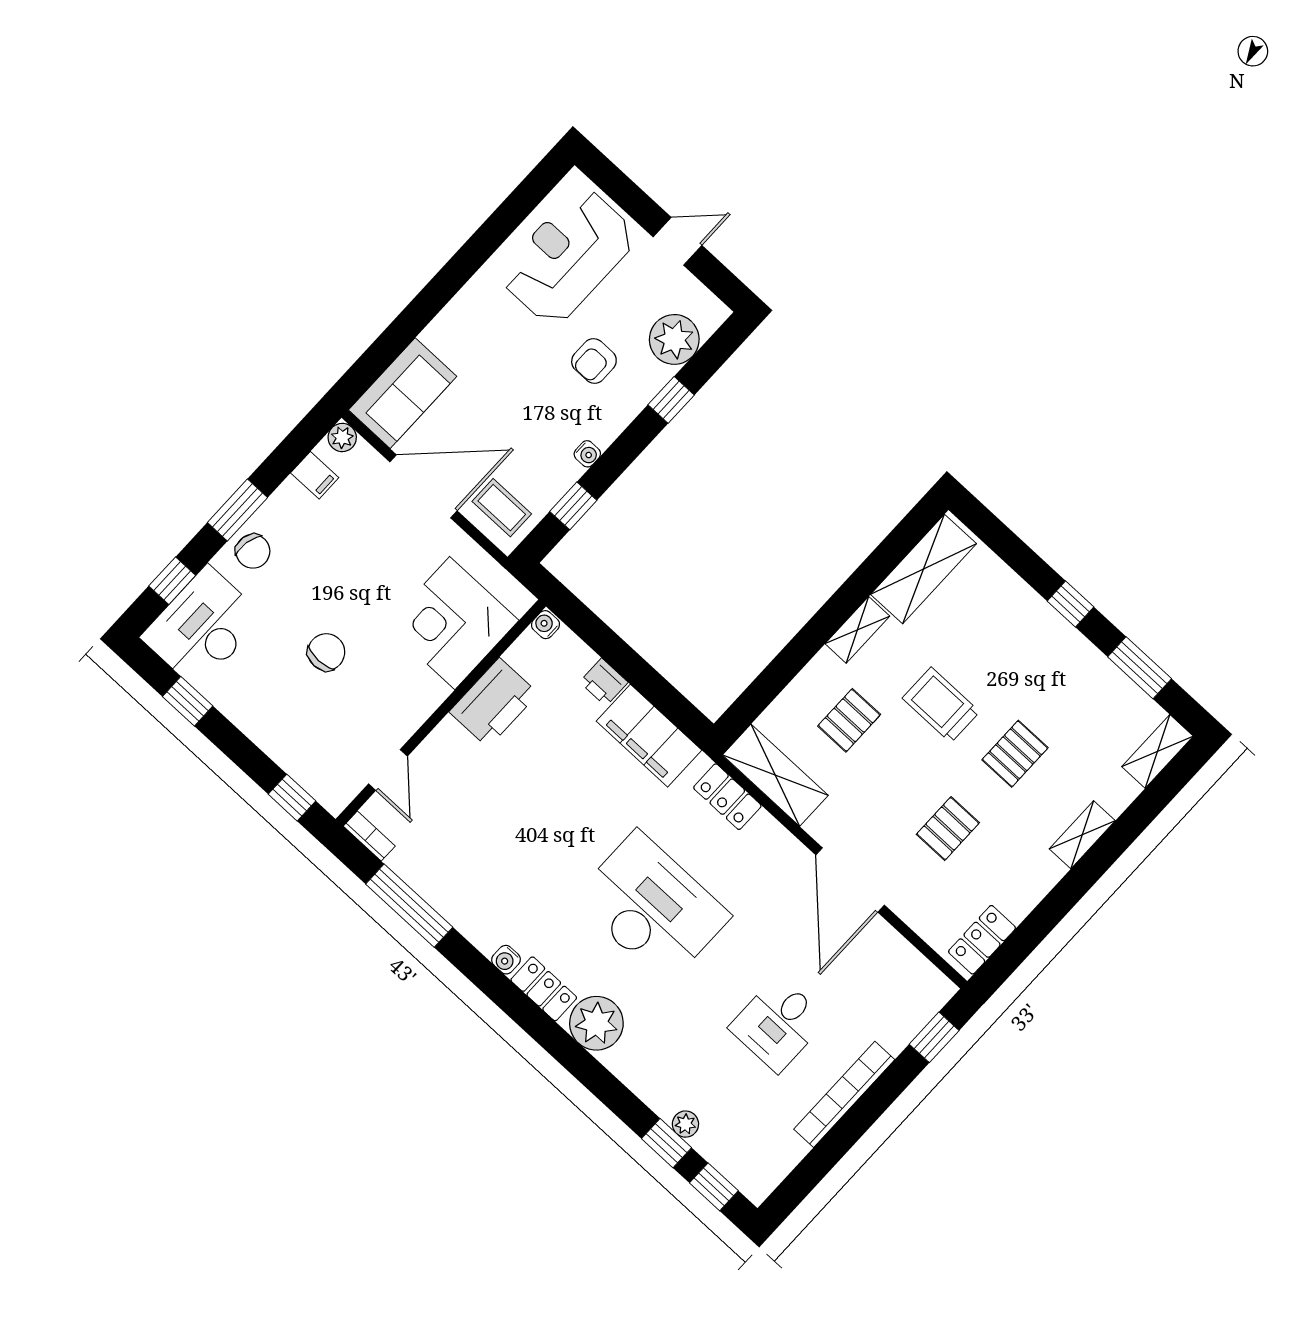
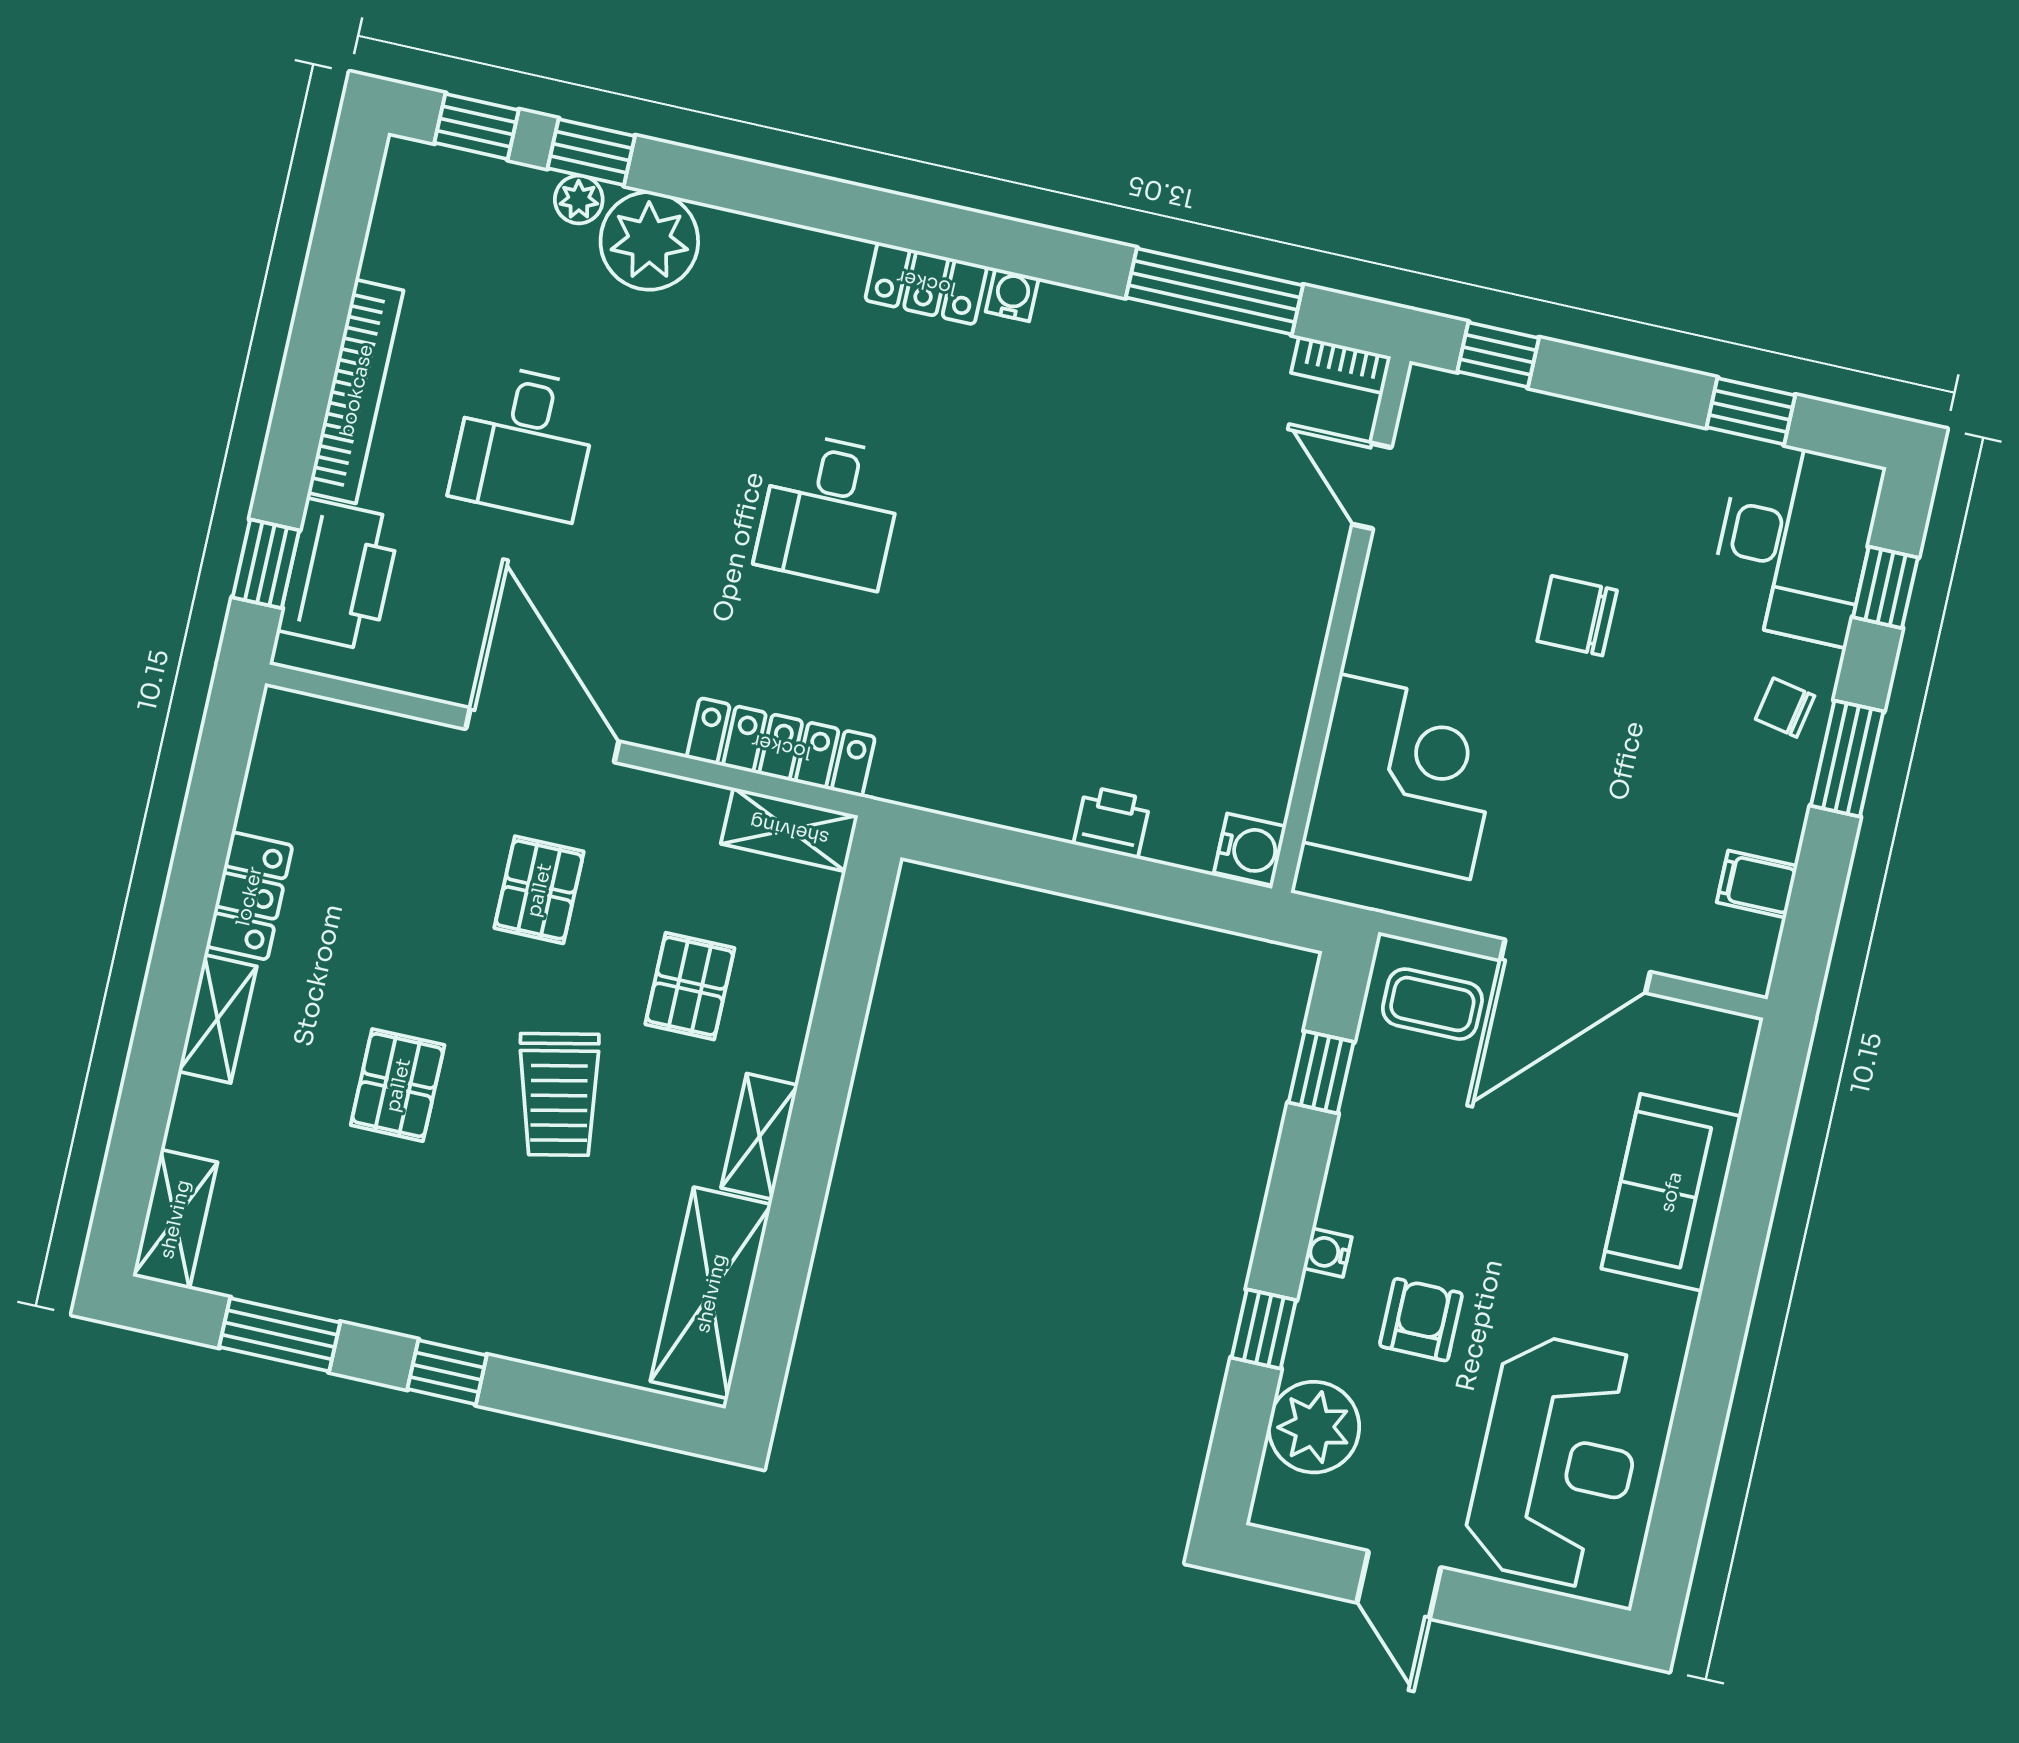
door: (677, 241) -> (1399, 1585), hinge flipped
sofa: (403, 393) -> (1671, 1192), moved
plant: (342, 438) -> (1748, 969), removed
water cooler: (587, 454) -> (1327, 1253), moved
chair: (253, 551) -> (1785, 708), width x0.73, depth x0.73
water cooler: (545, 625) -> (1250, 849), width x1.38, depth x1.38
chair: (326, 652) -> (1577, 616), turned 90
printer: (494, 703) -> (339, 575), moved, turned 180
trolley: (941, 705) -> (559, 1094), turned 78
filing cabinet: (649, 736) -> (992, 779), removed
shelving: (775, 775) -> (789, 830), width x0.67, depth x0.75
locker: (727, 797) -> (781, 747), width x1.53
pallet: (948, 829) -> (539, 890), moved
desk: (652, 907) -> (830, 511), width x0.53, depth x0.77
locker: (982, 940) -> (249, 896), moved
plant: (596, 1023) -> (649, 241), moved
desk: (778, 1024) -> (525, 442), turned 180

